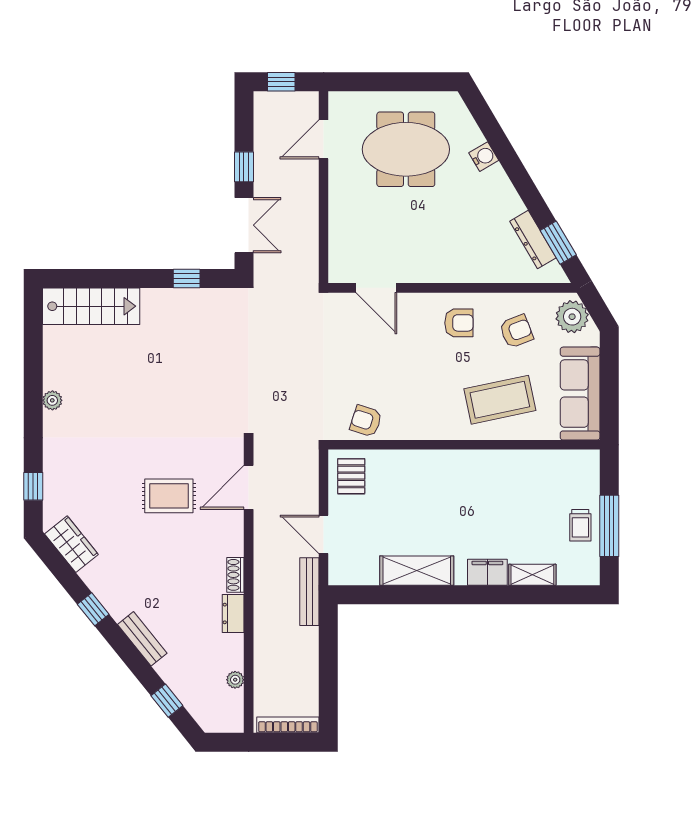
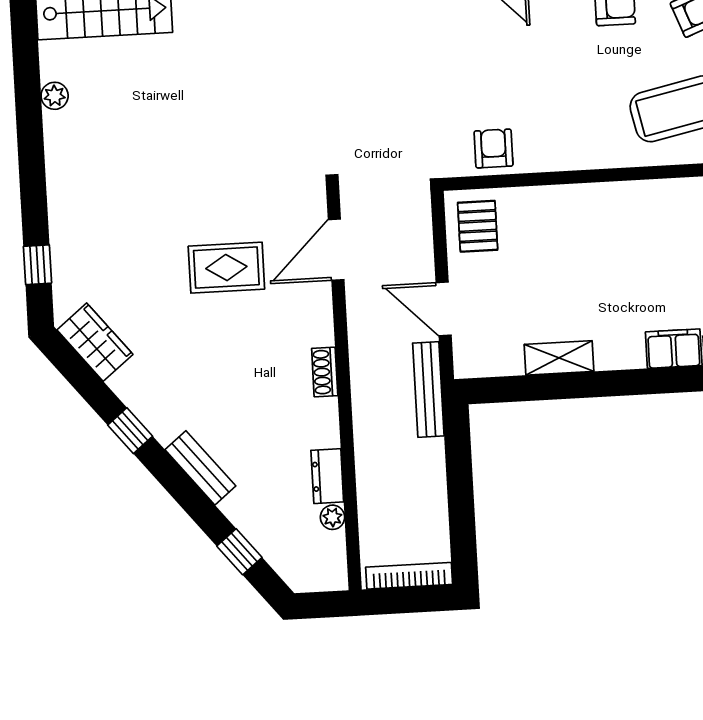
plant: (52, 400) -> (55, 96), moved
armchair: (366, 421) -> (494, 148), turned 72
shelving: (417, 571) -> (559, 358), width x0.67, depth x0.75
dresser: (233, 613) -> (327, 476), moved

